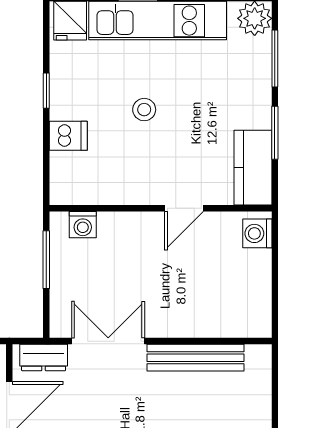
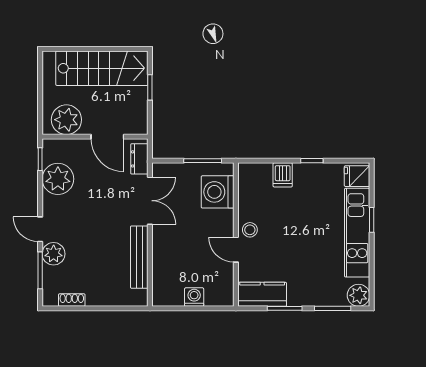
stool: (144, 110) -> (250, 230), moved
washing machine: (83, 225) -> (218, 192), width x1.89, depth x1.89
washing machine: (257, 233) -> (194, 297), moved

